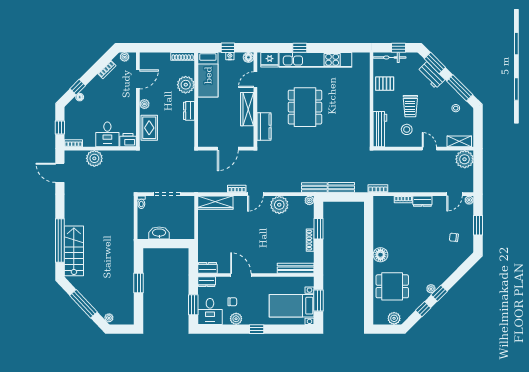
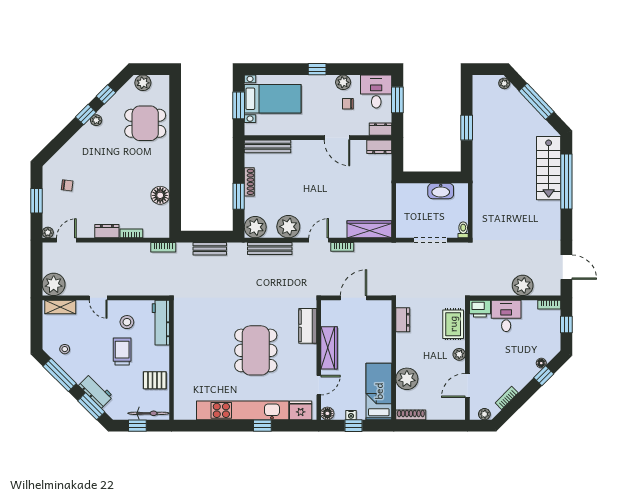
dresser: (189, 111) -> (403, 320), moved
bench: (314, 188) -> (270, 248), moved, width x1.36
plant: (309, 200) -> (255, 227), width x1.87, depth x1.87
floor lamp: (380, 255) -> (160, 195), moved

